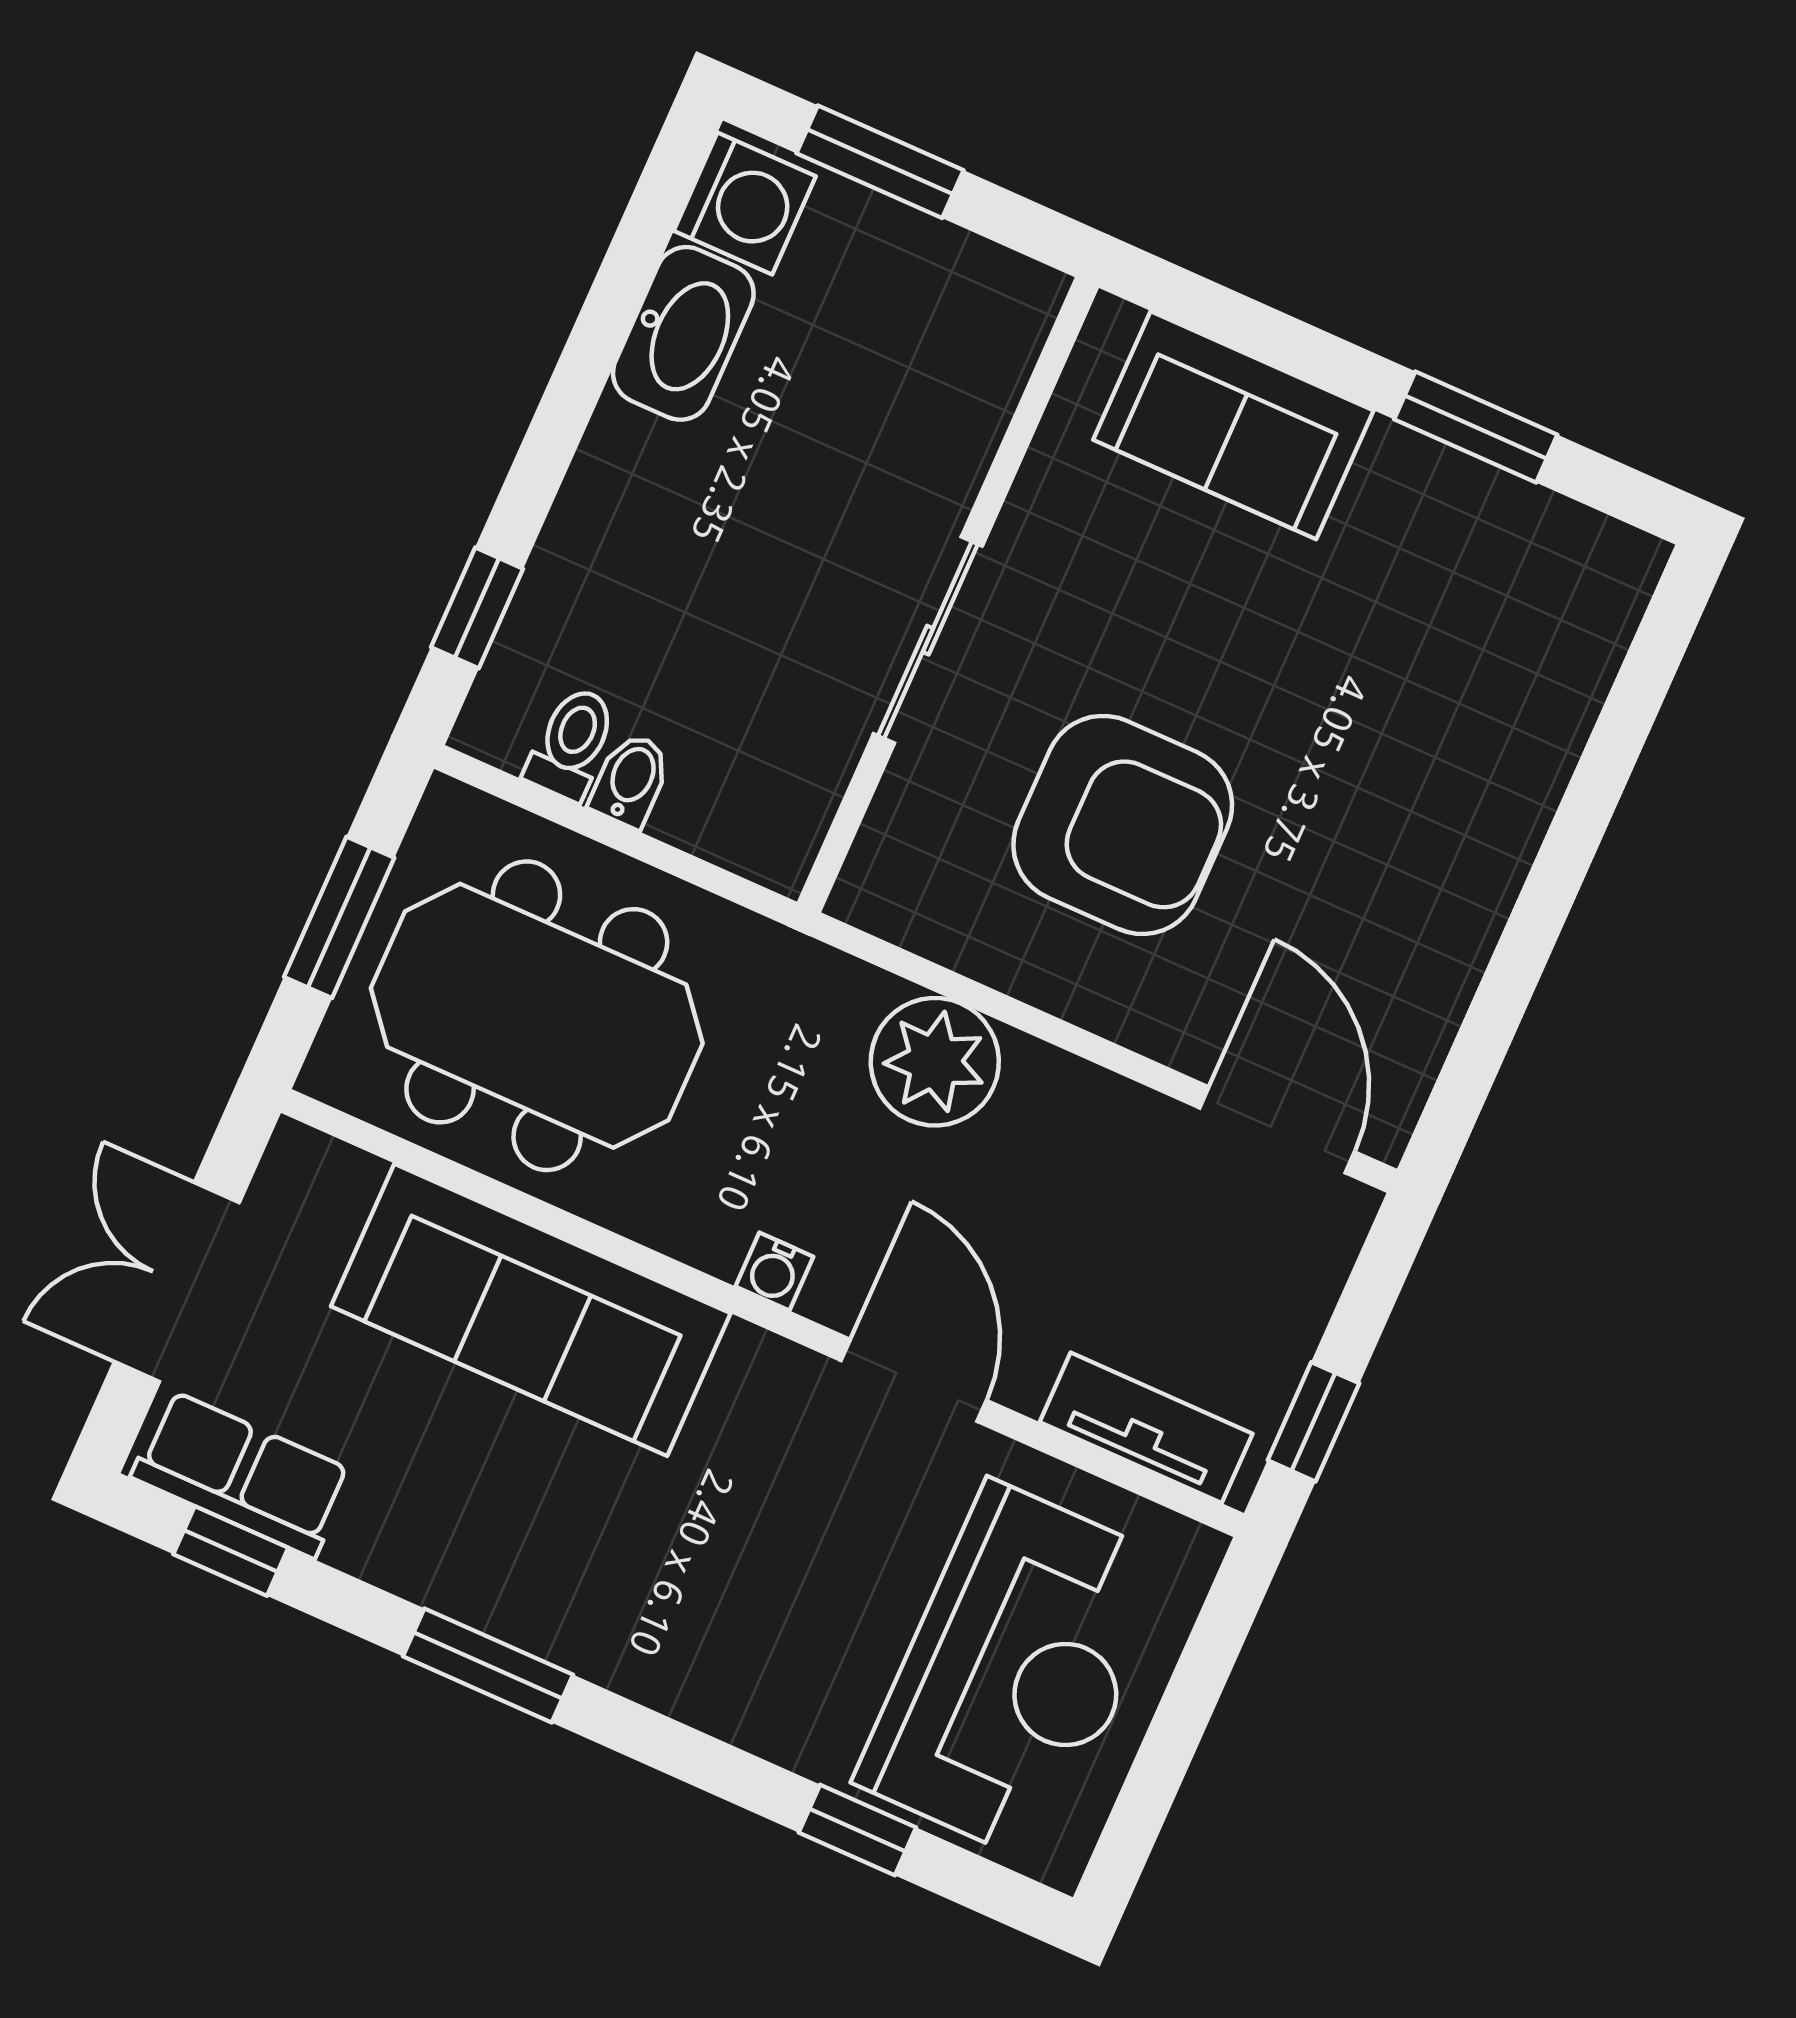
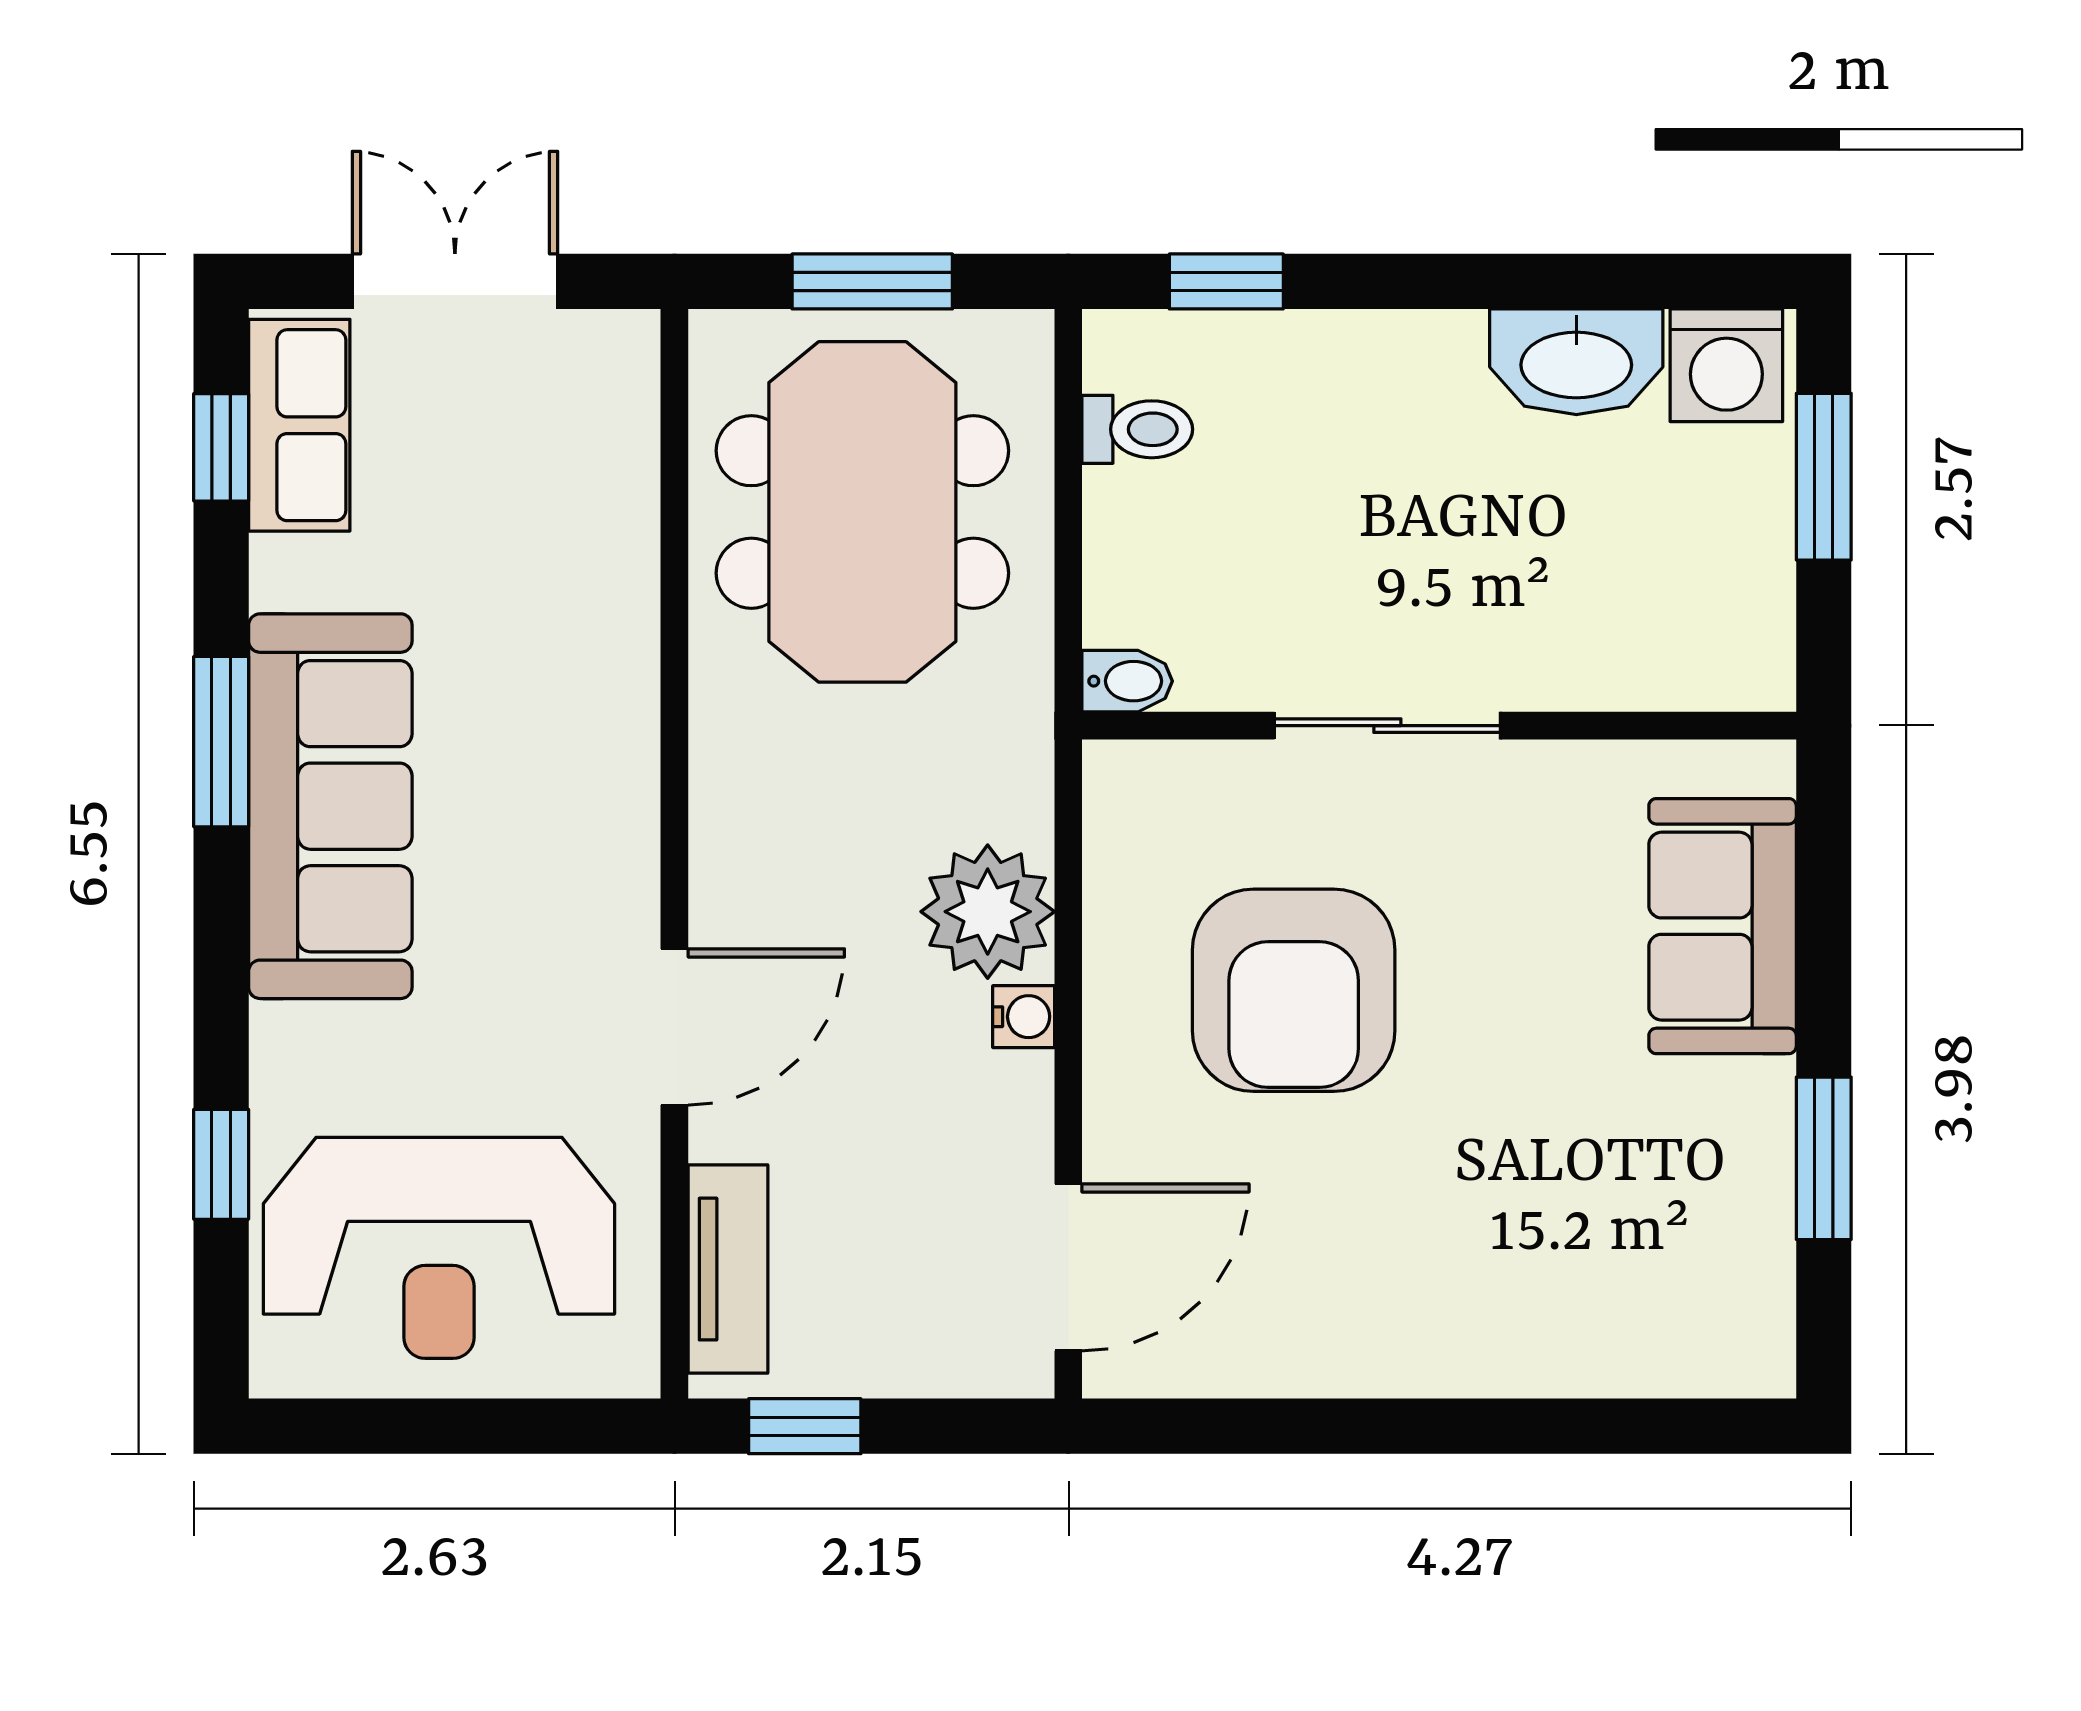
bidet: (631, 780) -> (1127, 681), moved
water cooler: (774, 1272) -> (1024, 1017), moved, turned 180
sofa: (531, 1310) -> (330, 806), moved, turned 180

